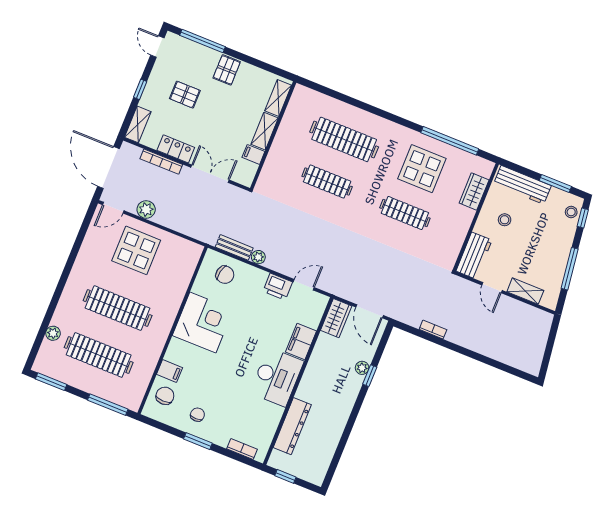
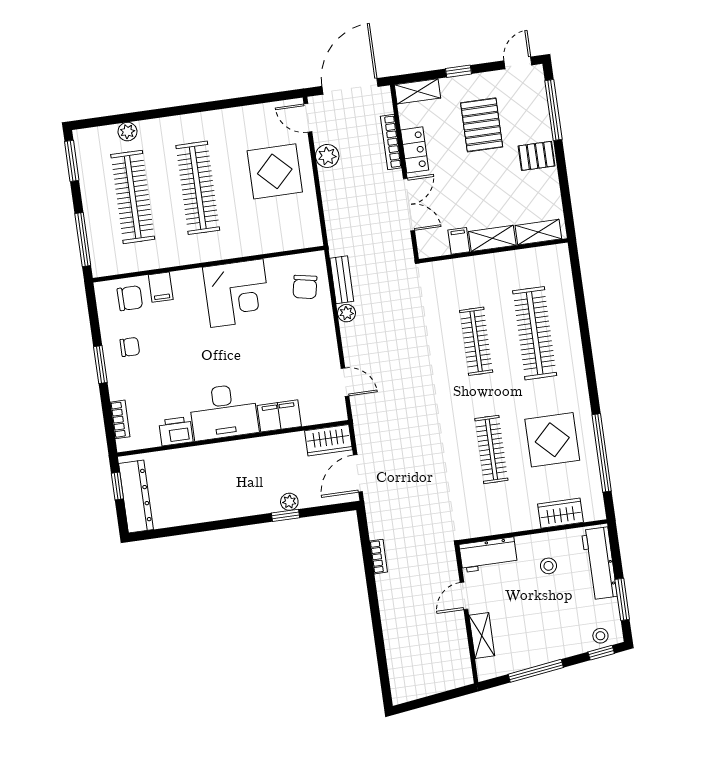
pallet: (185, 95) -> (482, 125), width x1.50, depth x1.42
printer: (278, 287) -> (176, 431), moved, turned 90
dresser: (292, 426) -> (136, 496), moved, turned -90

